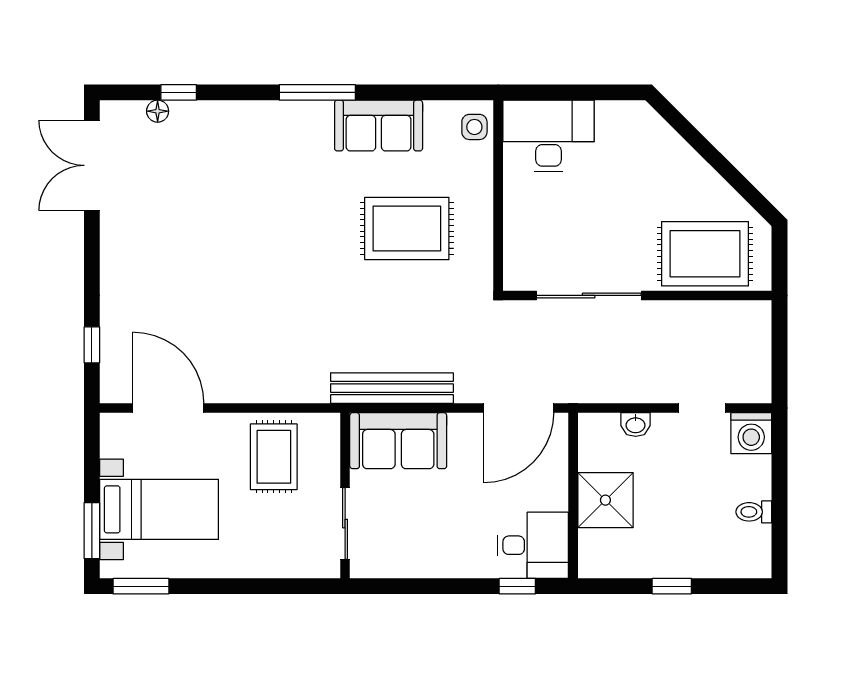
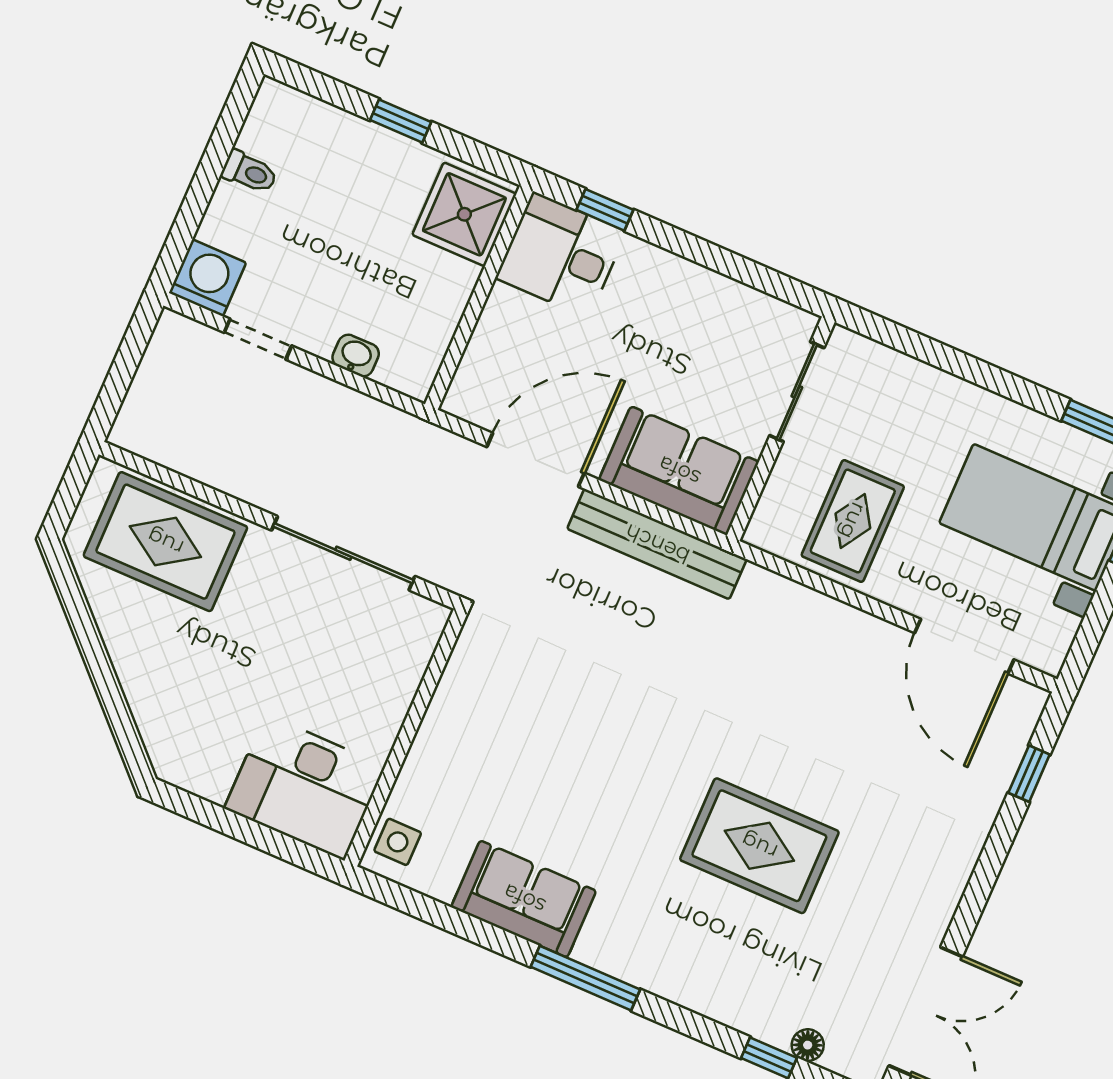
rug: (407, 228) -> (759, 846), moved
door: (519, 408) -> (536, 460), moved
shower: (605, 500) -> (464, 214), moved

